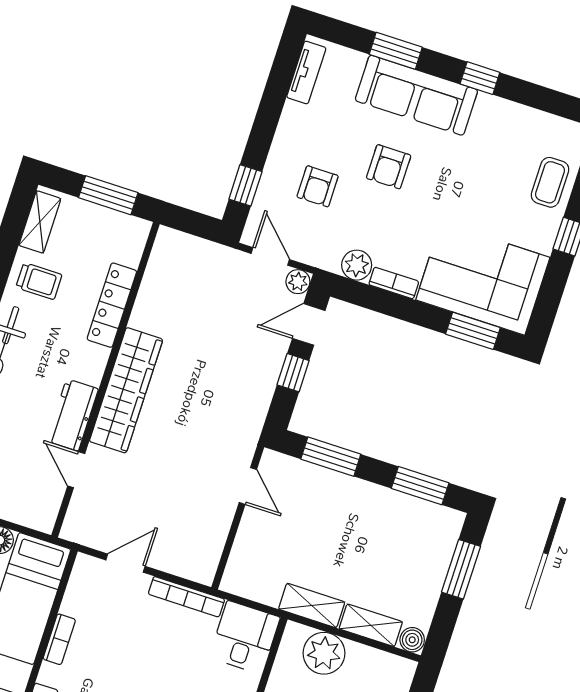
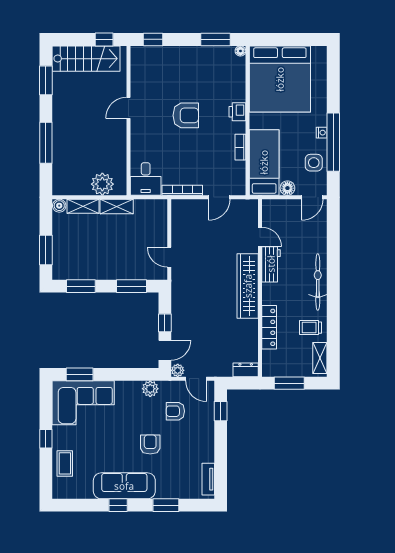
sofa: (416, 95) -> (124, 486), moved
armchair: (318, 186) -> (175, 411), moved, turned -90
dresser: (178, 244) -> (246, 370), added
bookcase: (394, 283) -> (128, 386), removed

